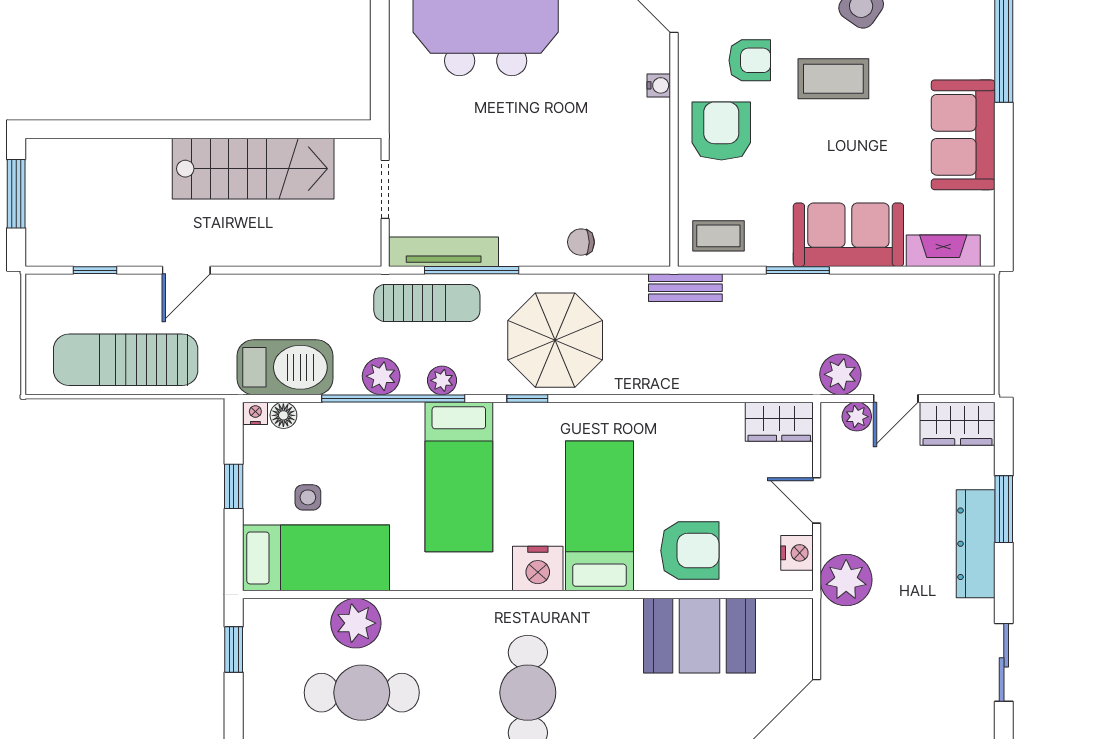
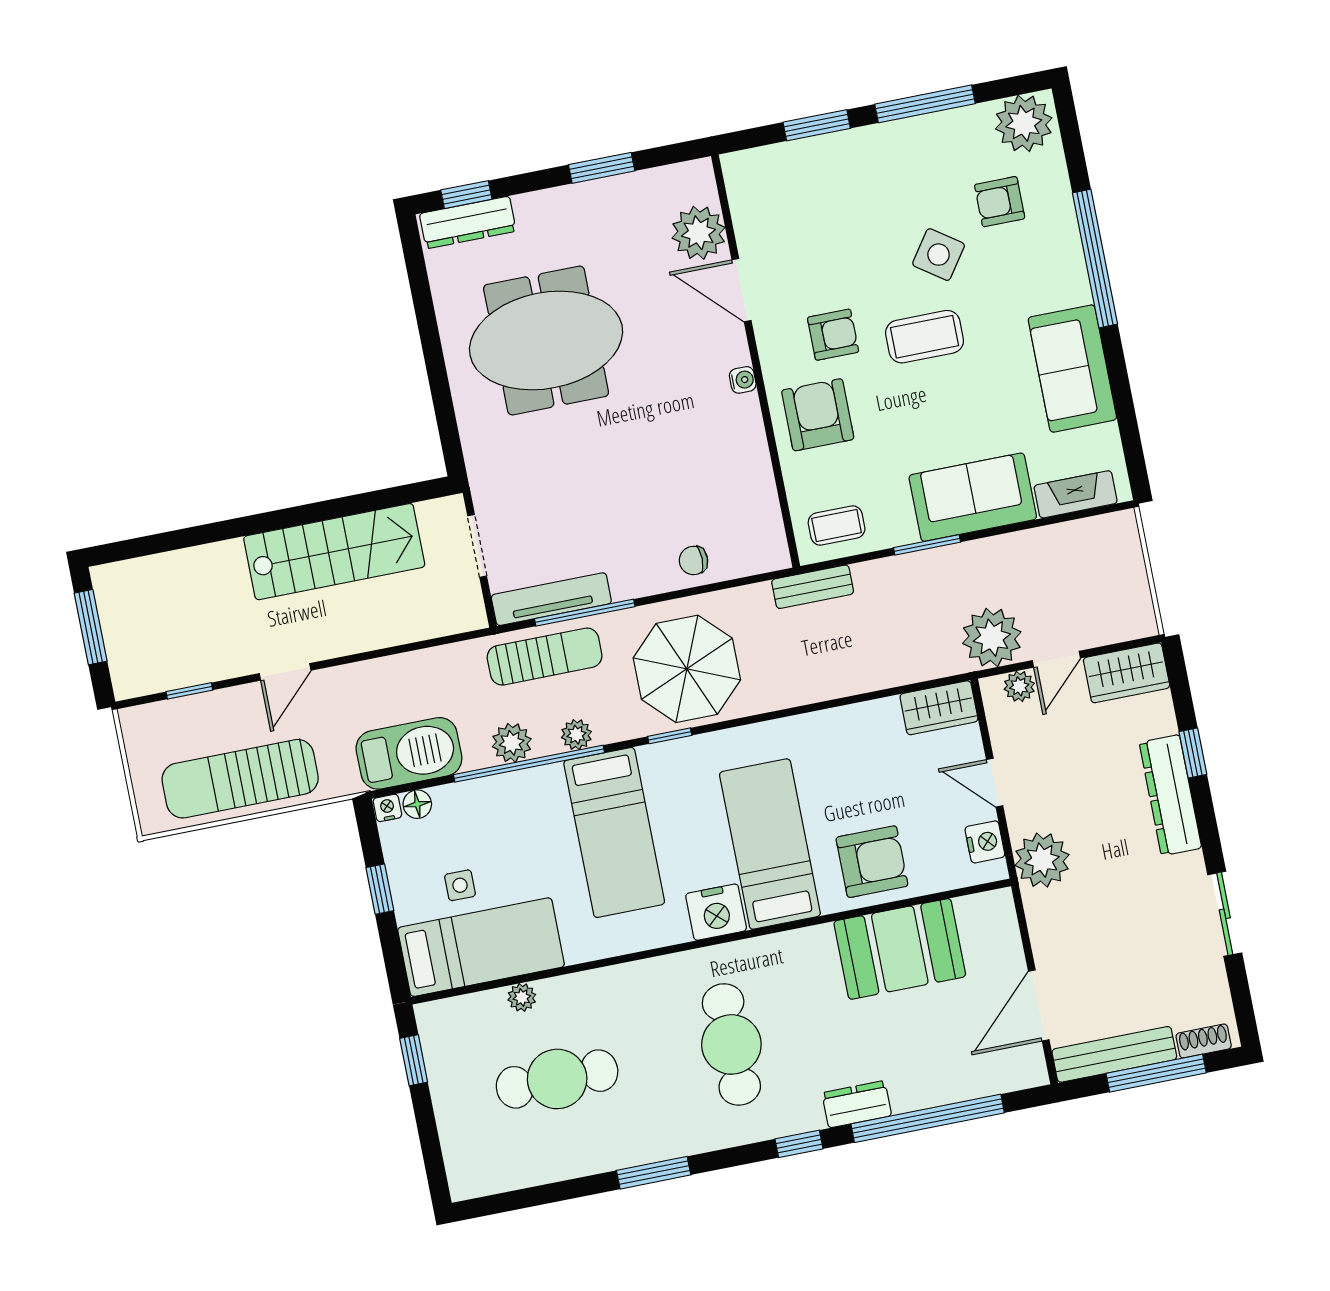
plant: (840, 374) -> (992, 638), width x1.36, depth x1.36
window: (1004, 509) -> (1193, 753), width x0.67
plant: (356, 623) -> (522, 997), width x0.53, depth x0.53

